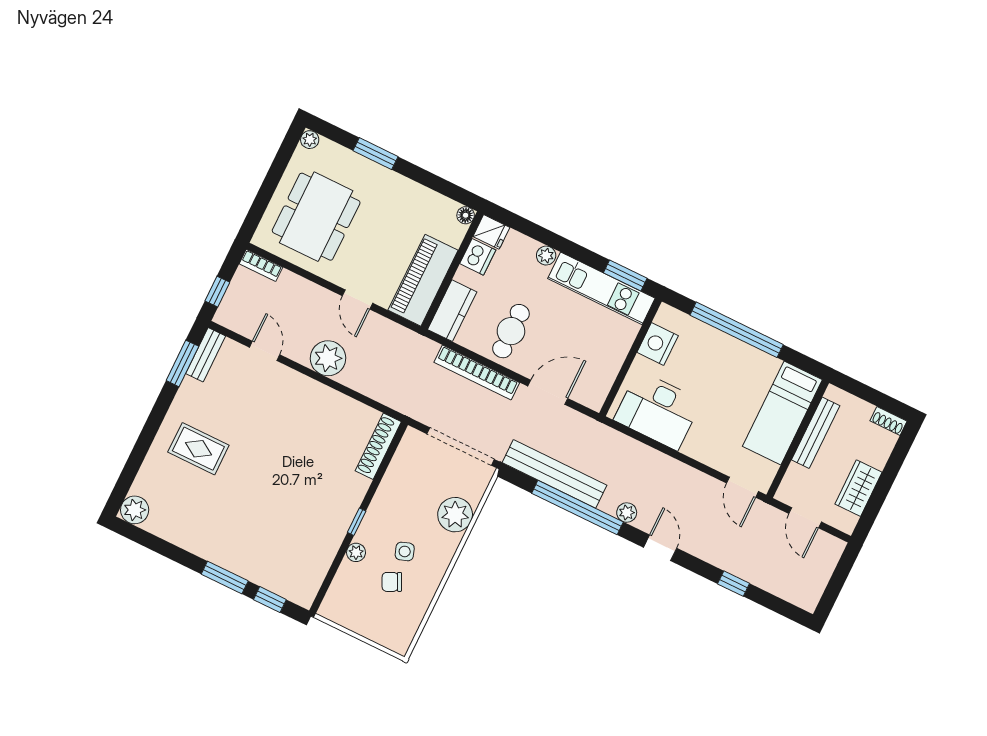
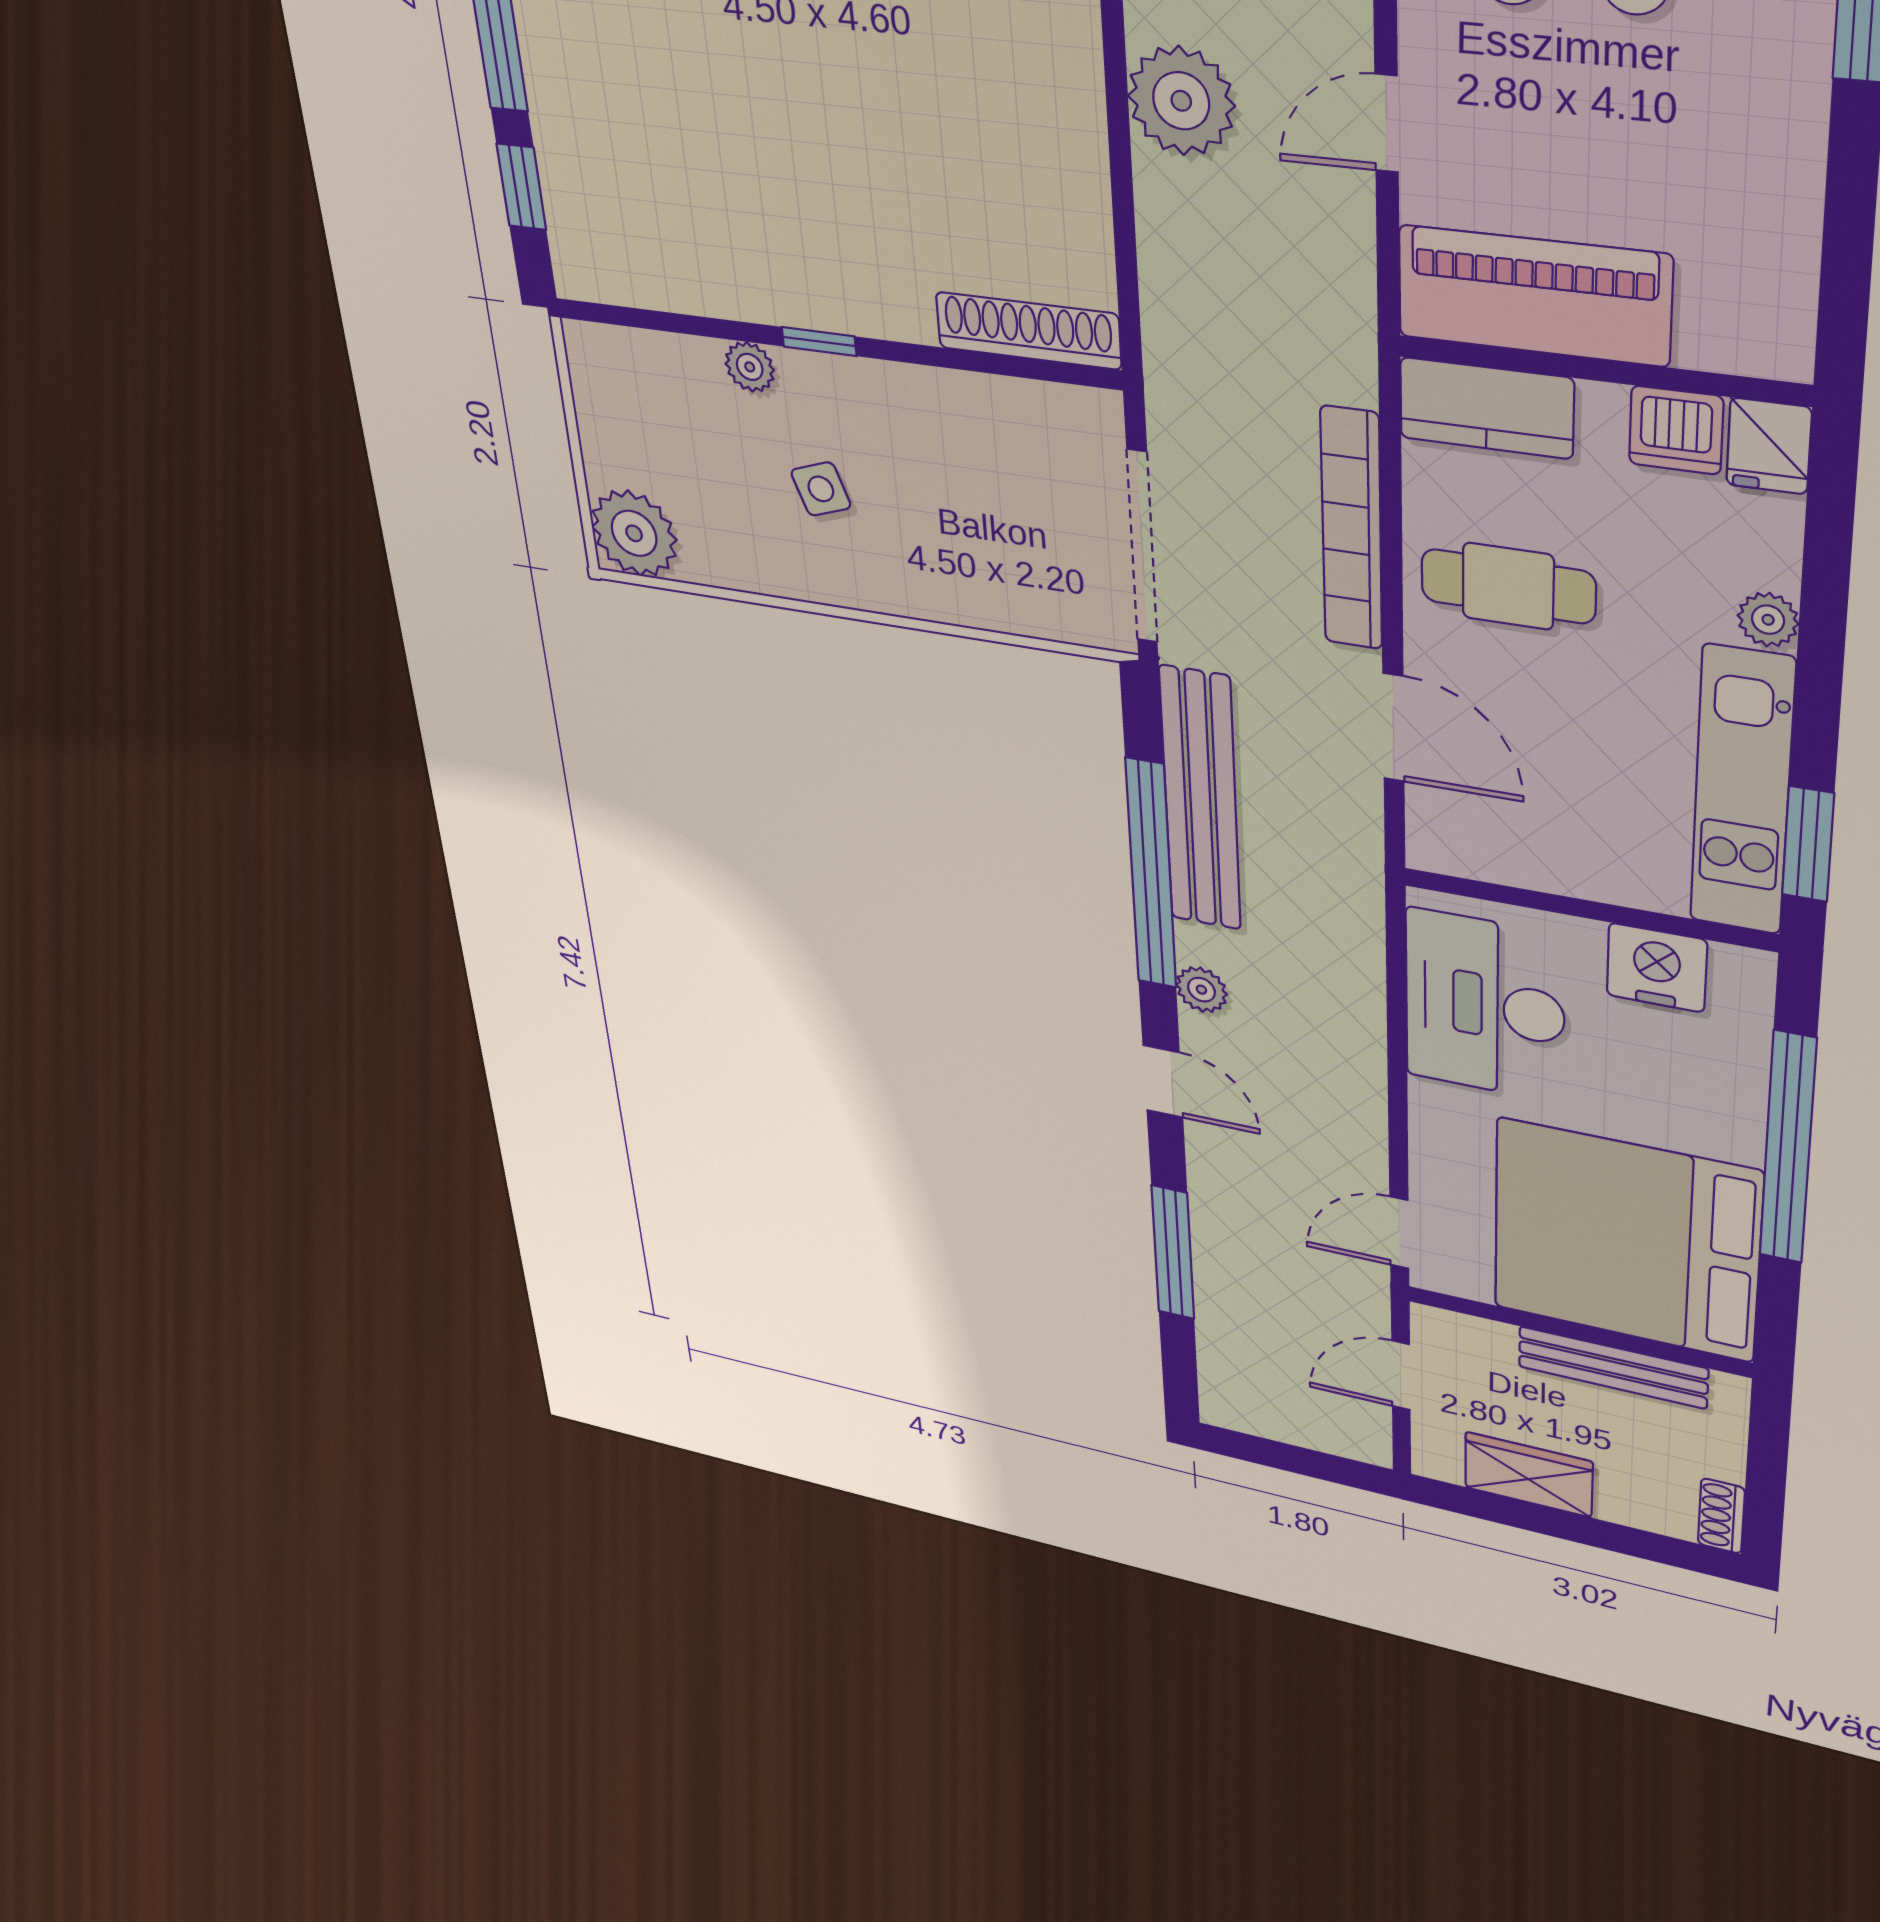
floor lamp: (466, 215) -> (1786, 355), removed
bed: (782, 413) -> (1626, 1240), width x2.04
plant: (455, 515) -> (634, 533), moved
door: (660, 548) -> (1163, 1081), hinge flipped
chair: (392, 582) -> (737, 481), removed
window: (734, 584) -> (1173, 1253), width x2.17

